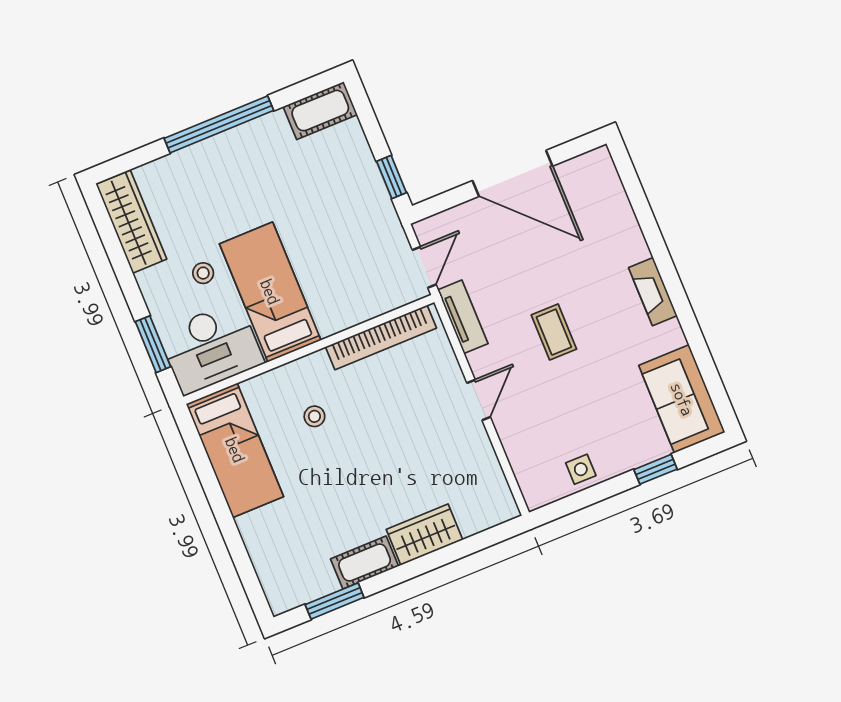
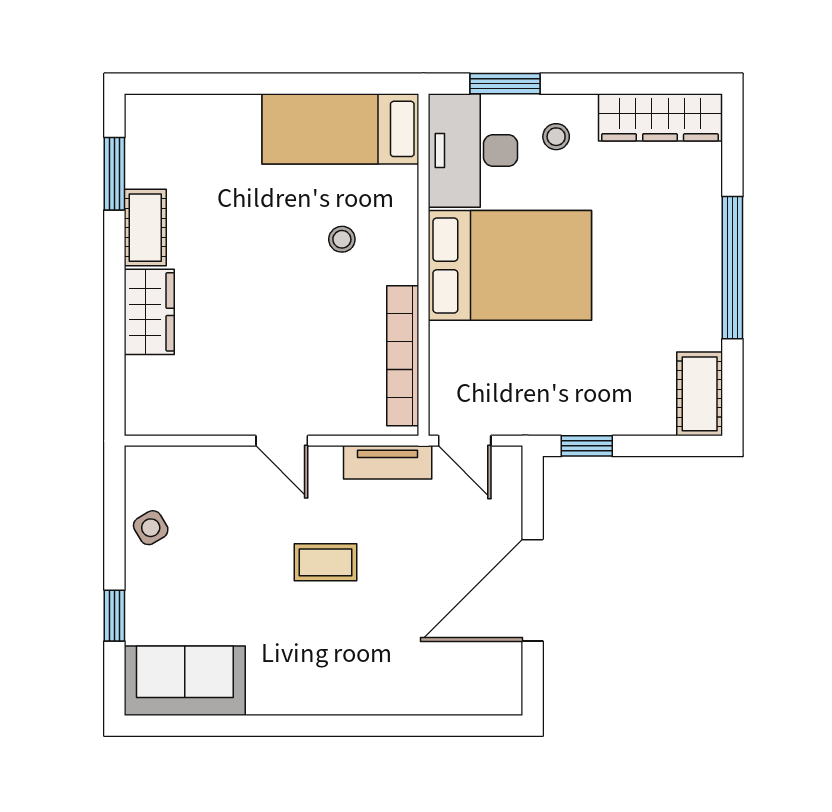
stool: (203, 273) -> (556, 137), moved
bed: (270, 292) -> (510, 265), width x1.50
fireplace: (653, 292) -> (325, 699), removed
side table: (581, 469) -> (151, 528), turned -31

